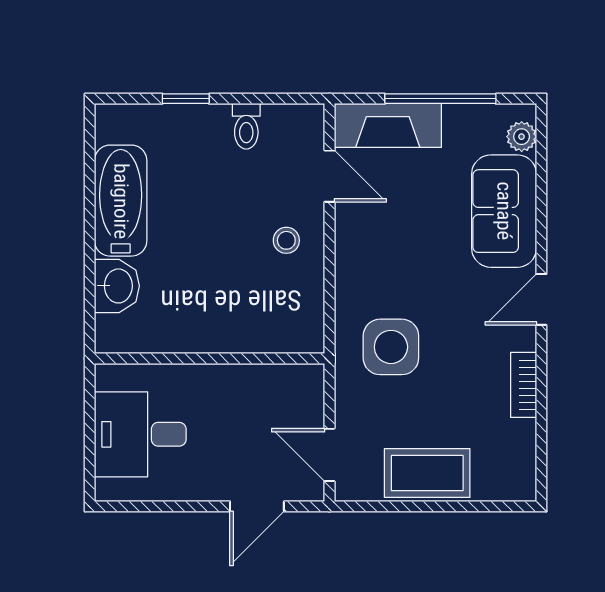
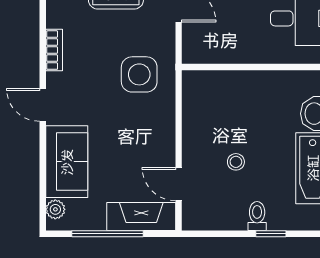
toilet: (246, 126) -> (257, 216), moved
stool: (286, 240) -> (236, 162), moved
door: (541, 299) -> (43, 105), swing flipped

